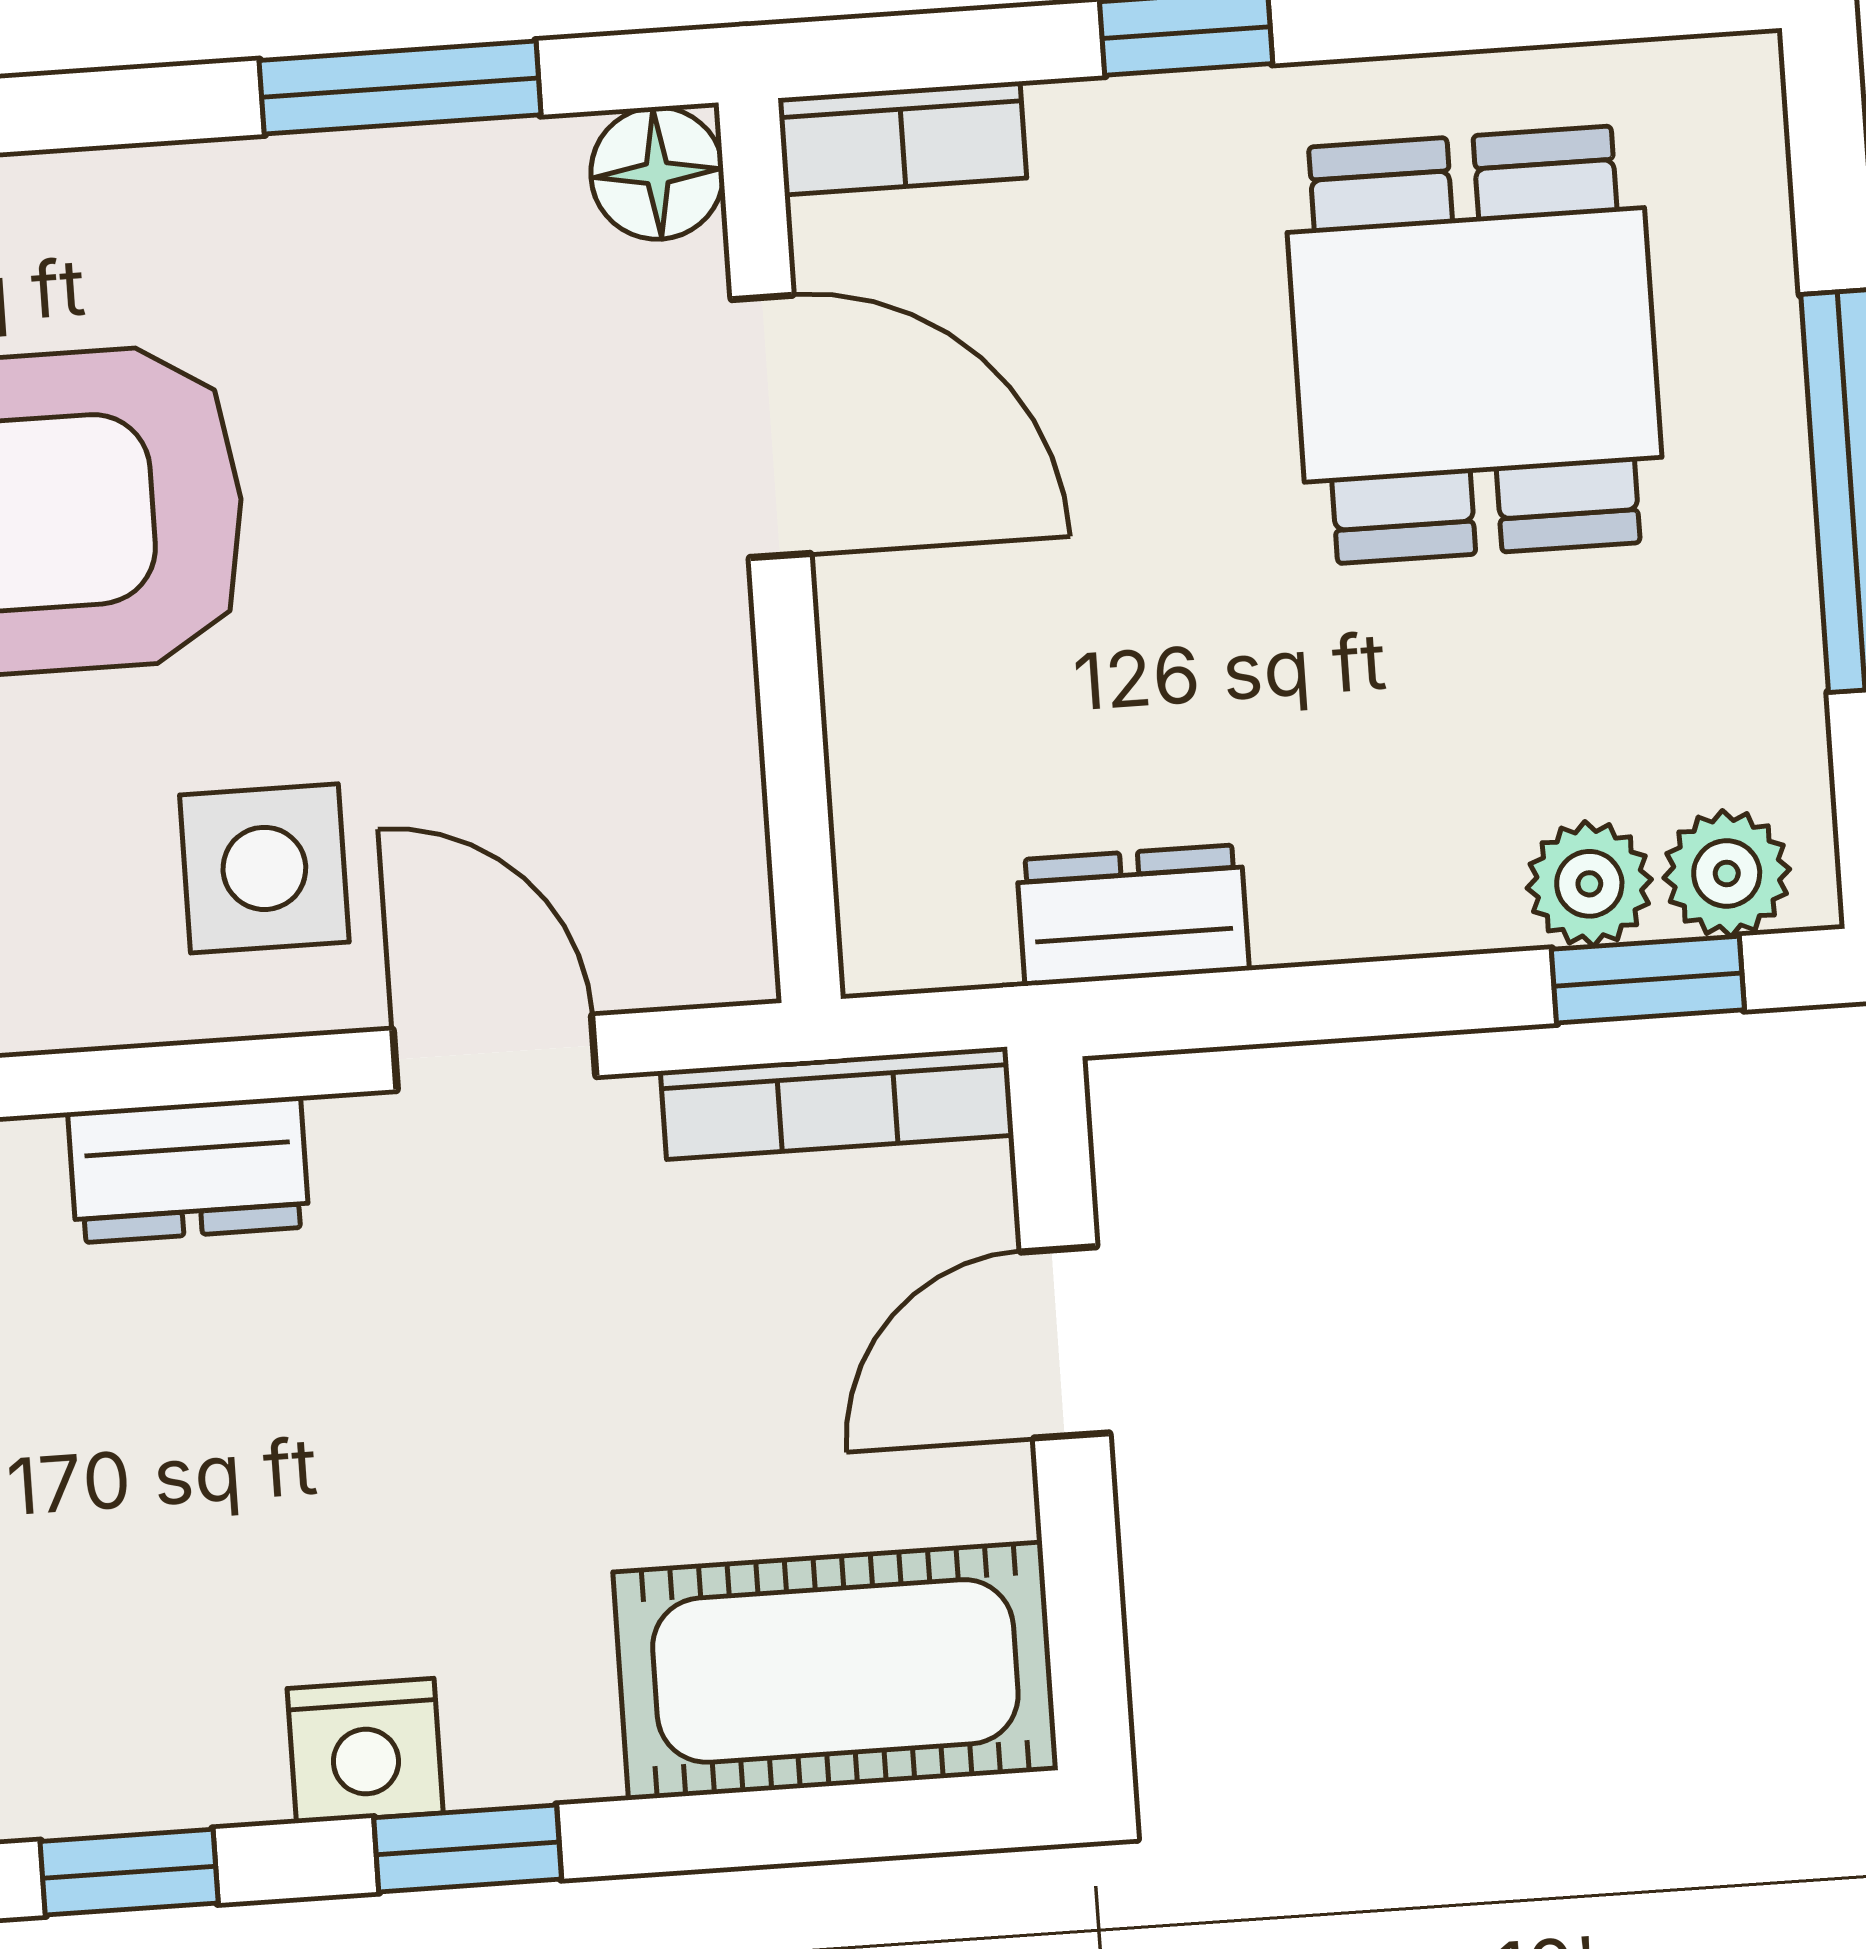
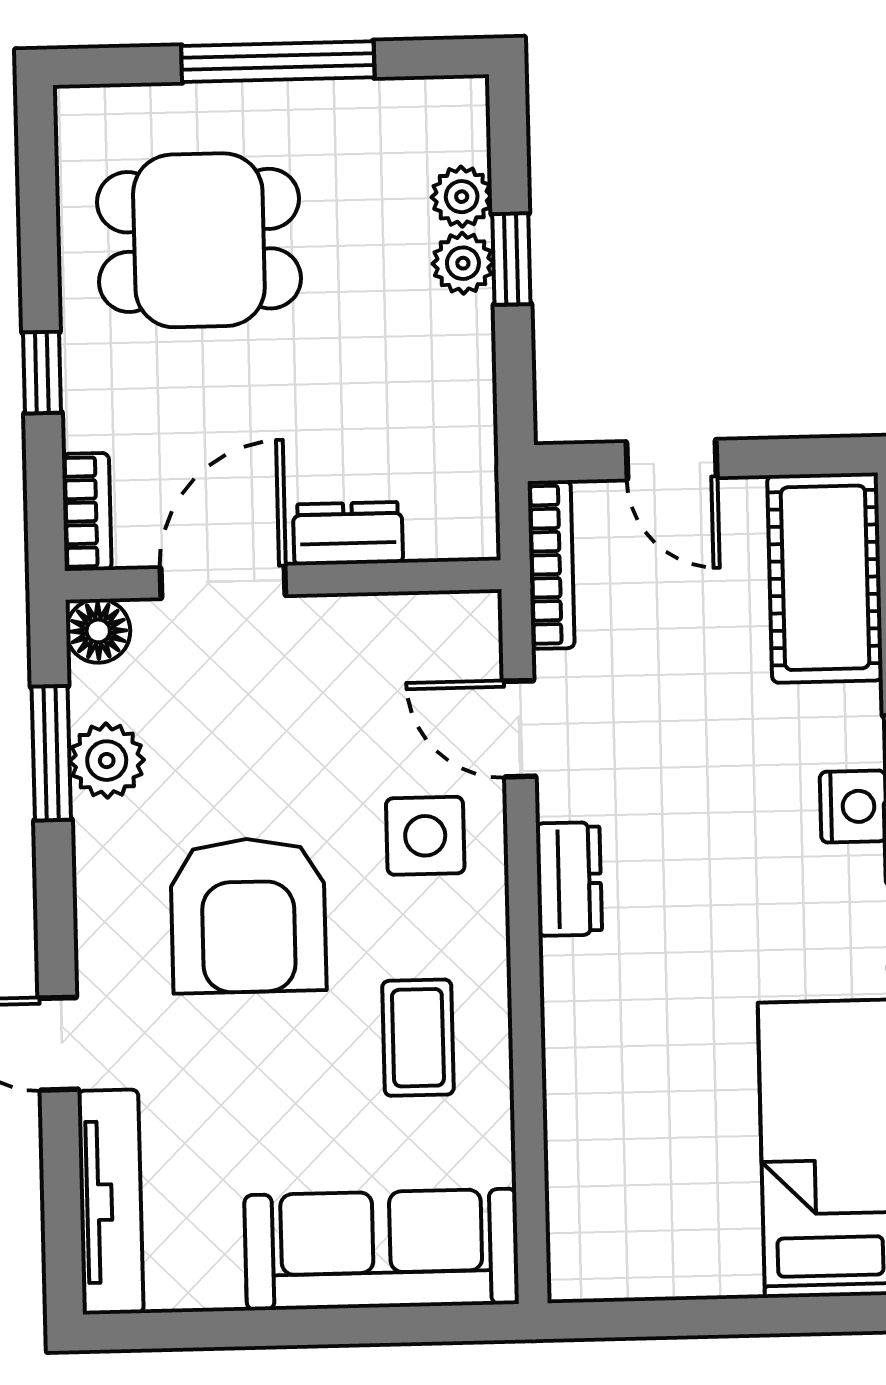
plant: (390, 203) -> (107, 761), added
plant: (1727, 873) -> (463, 263), moved
dresser: (1133, 915) -> (348, 534), moved, turned 90
window: (1648, 980) -> (511, 259), moved
door: (494, 1053) -> (519, 729), hinge flipped

